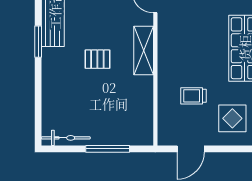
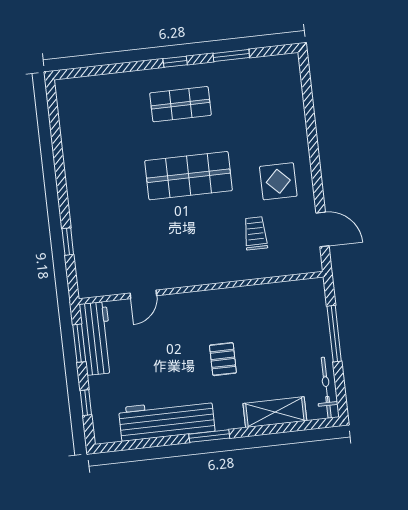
shelving: (144, 50) -> (275, 412), moved
trolley: (193, 96) -> (255, 233), turned 180

